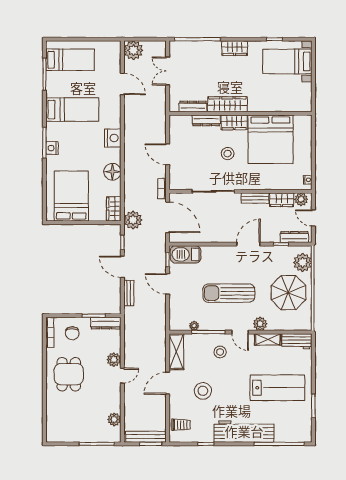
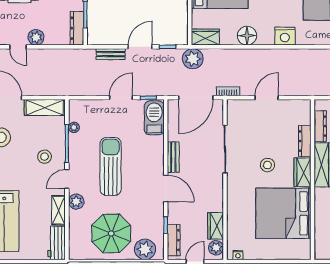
bench: (255, 198) -> (173, 157), moved

